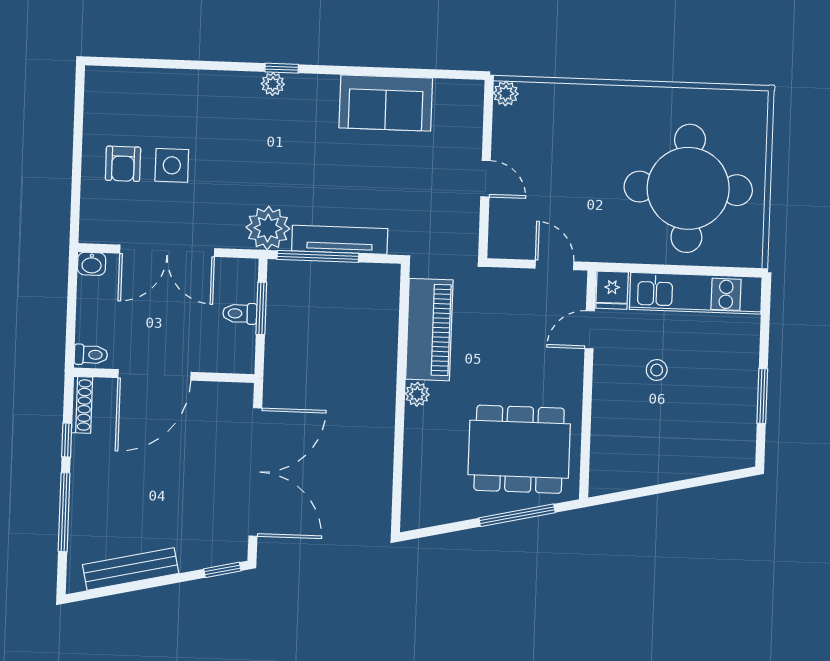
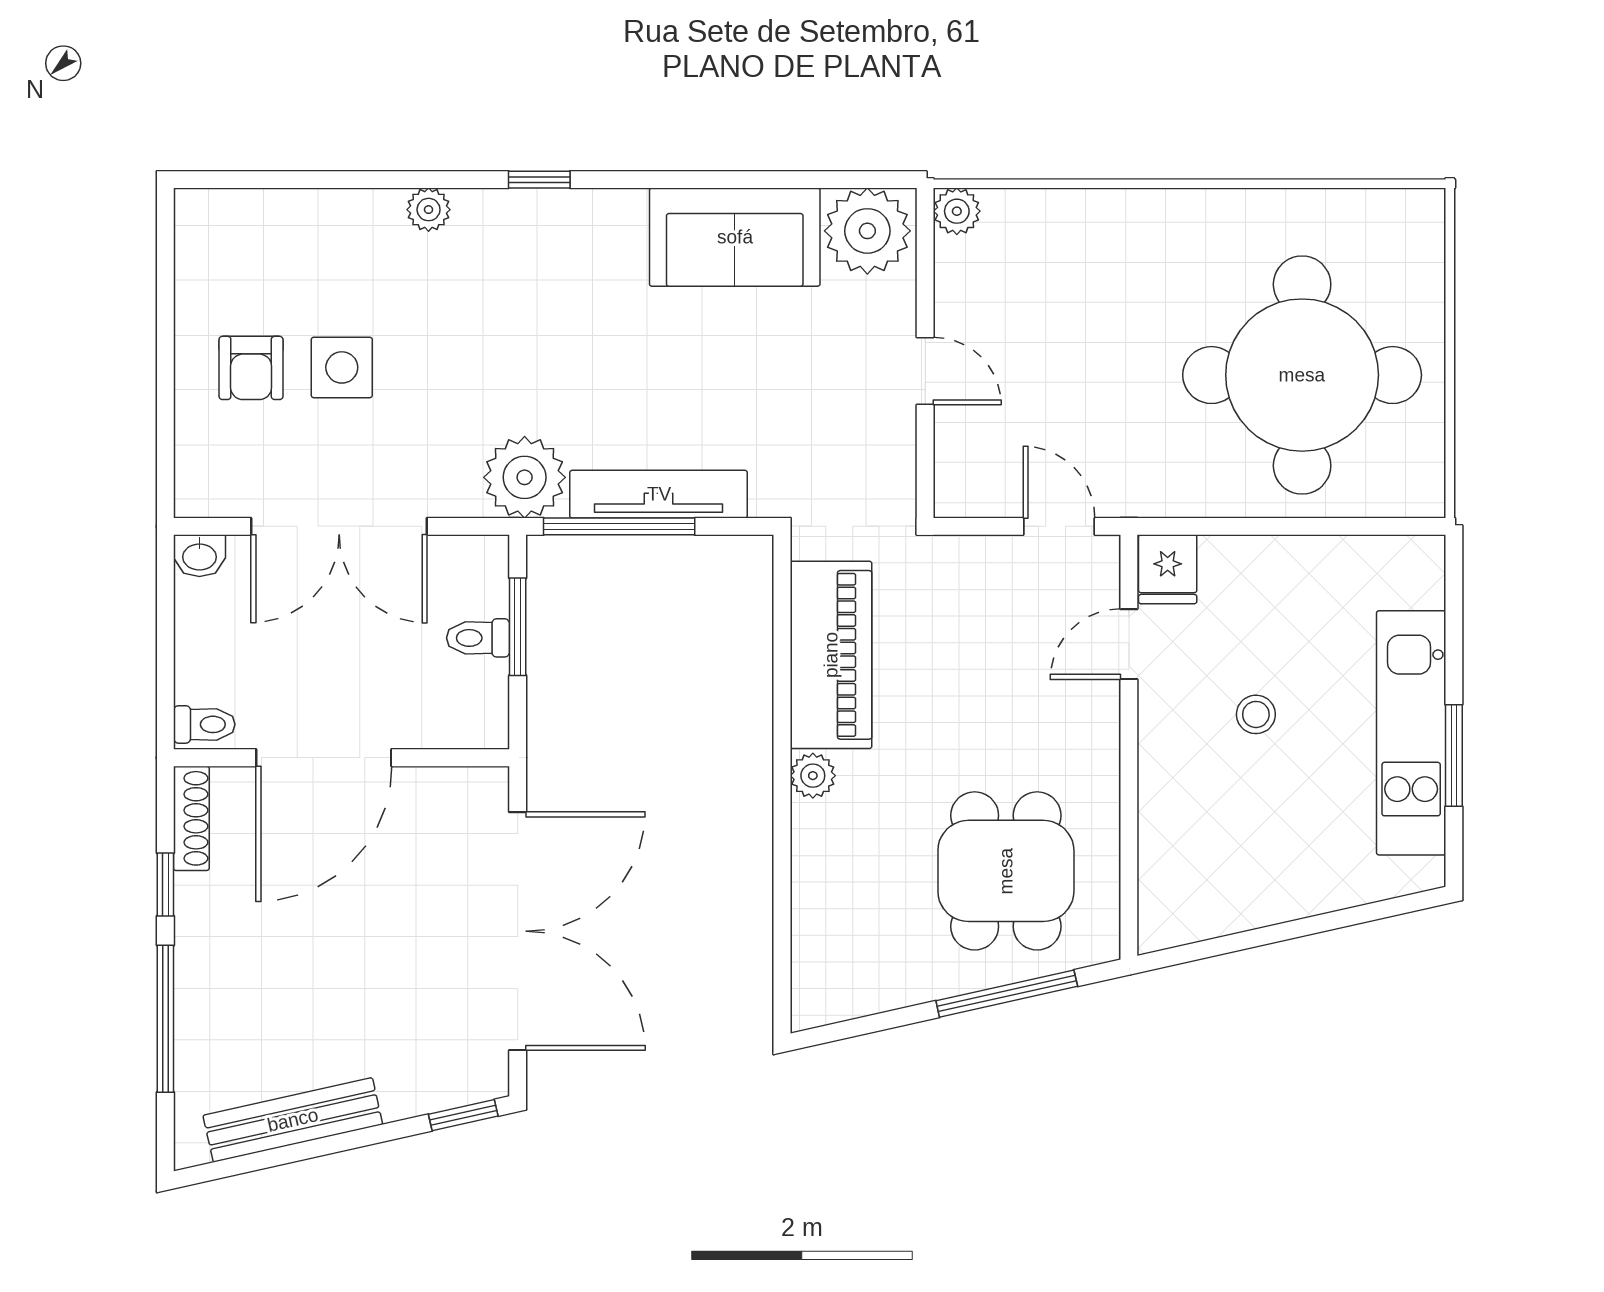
plant: (273, 84) -> (429, 210), moved
plant: (457, 102) -> (867, 231), added
kitchen unit: (696, 293) -> (1411, 733), moved, turned 90
dining table: (519, 449) -> (1006, 871), width x0.73

